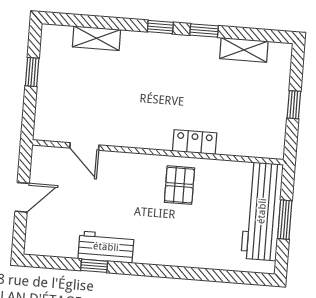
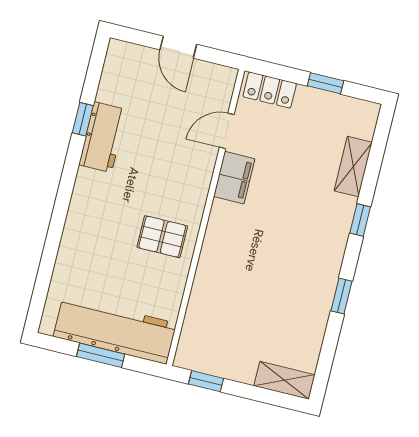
window: (160, 27) -> (360, 220), moved
shelving: (244, 50) -> (284, 380), moved, turned 90
window: (294, 105) -> (206, 381), moved
filing cabinet: (122, 134) -> (234, 178), added
locker: (195, 142) -> (270, 90), moved, turned 90

